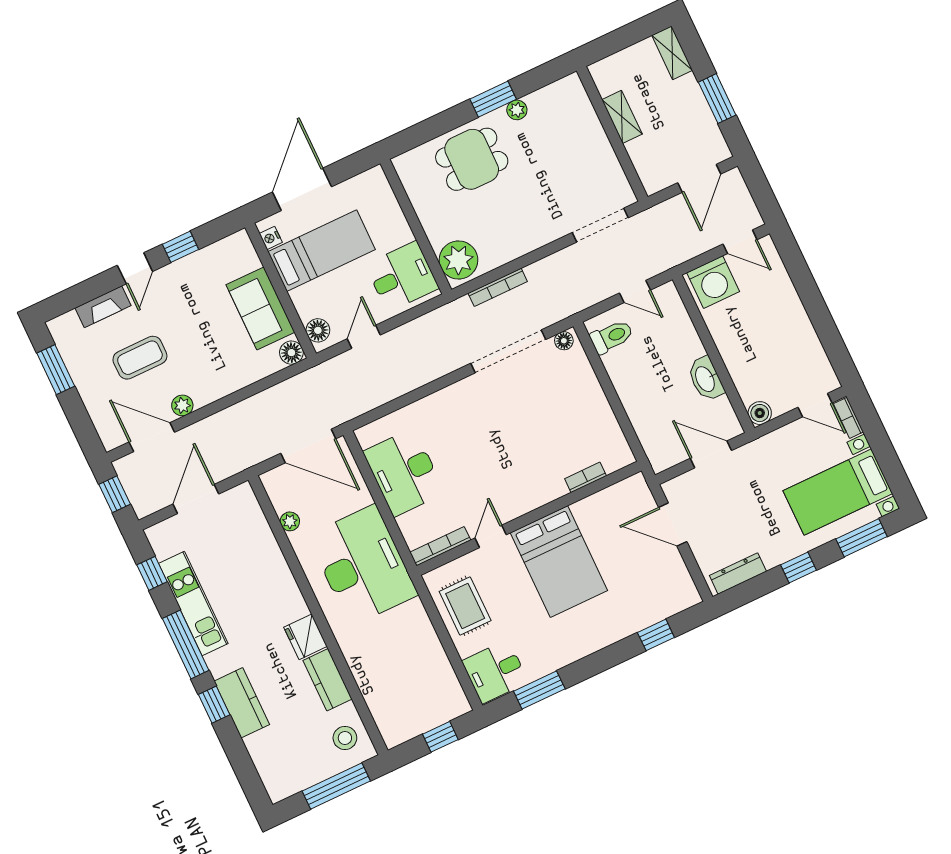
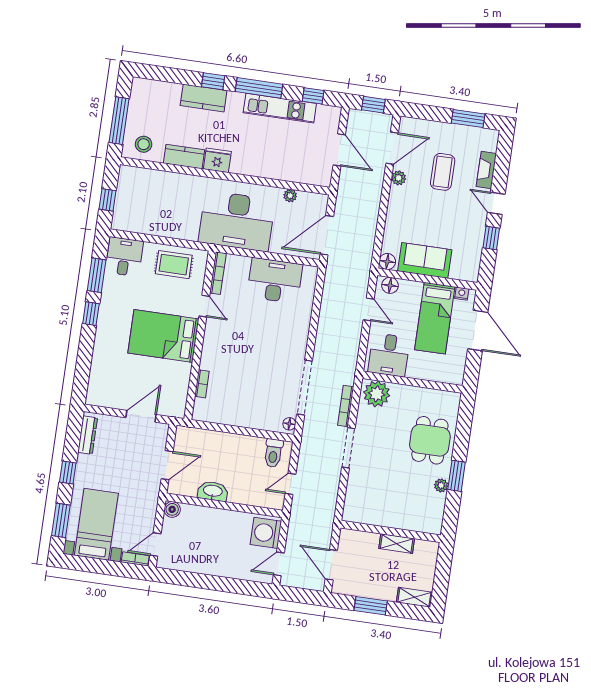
doorway: (600, 225) -> (348, 448), moved
window: (656, 635) -> (91, 314), moved

